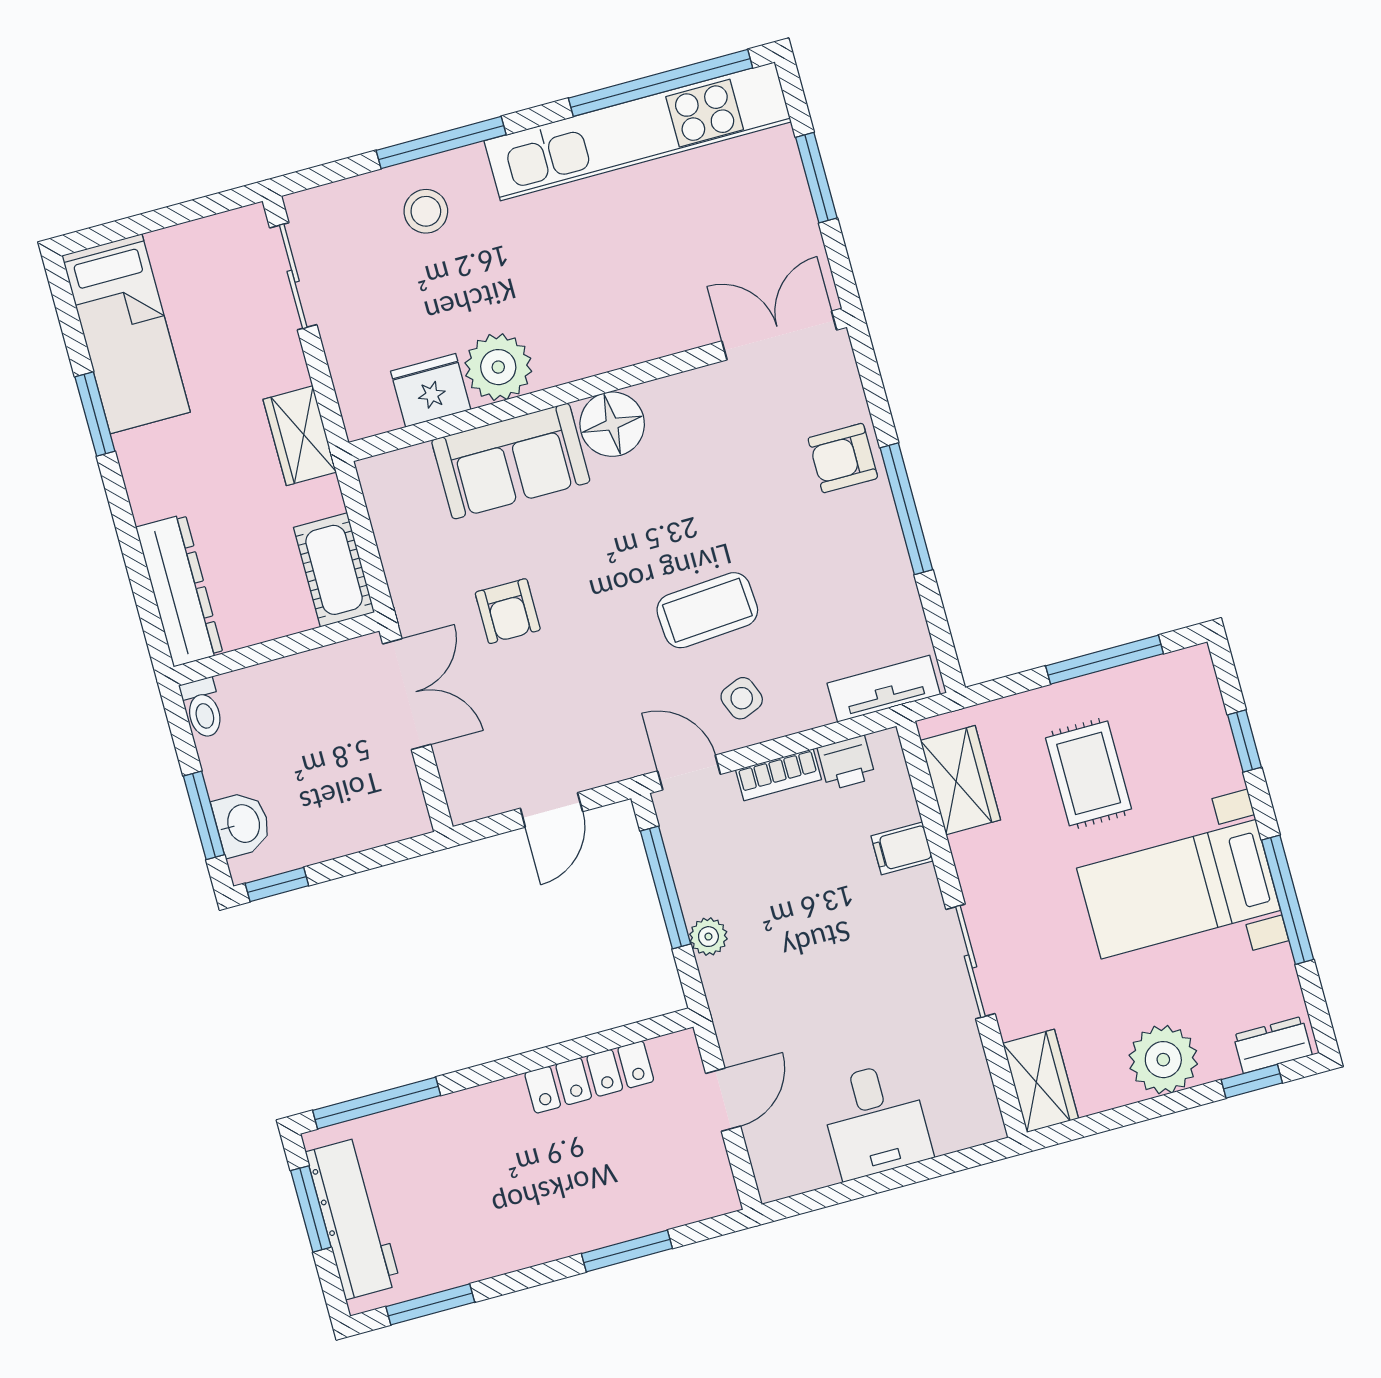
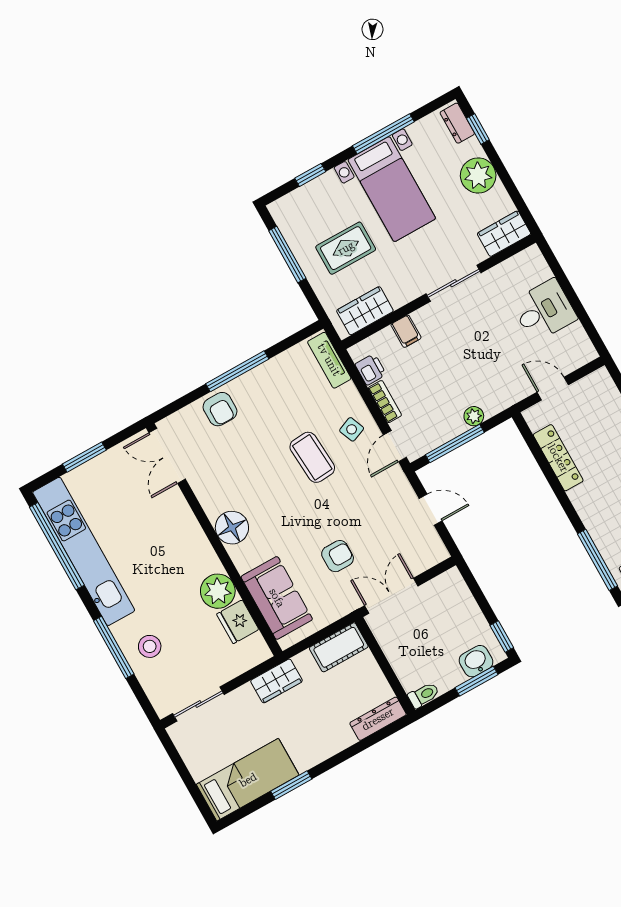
sofa: (511, 461) -> (277, 598), moved
dresser: (179, 590) -> (378, 719), width x0.73, depth x0.80

